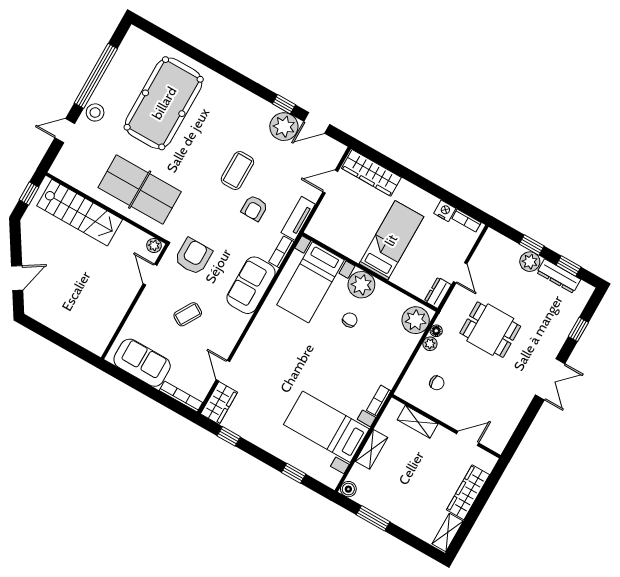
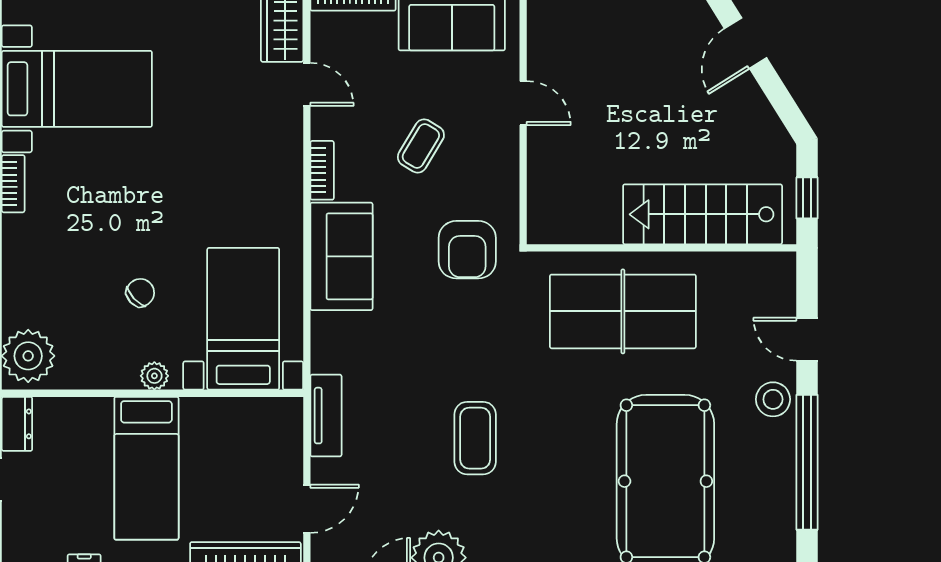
door: (65, 131) -> (807, 339), swing flipped
armchair: (254, 208) -> (410, 391), removed
plant: (154, 245) -> (545, 230), removed
bookcase: (281, 252) -> (322, 170), moved
door: (150, 274) -> (523, 103), moved
plant: (361, 285) -> (154, 376), width x0.53, depth x0.53
chair: (350, 320) -> (140, 293), turned -133

